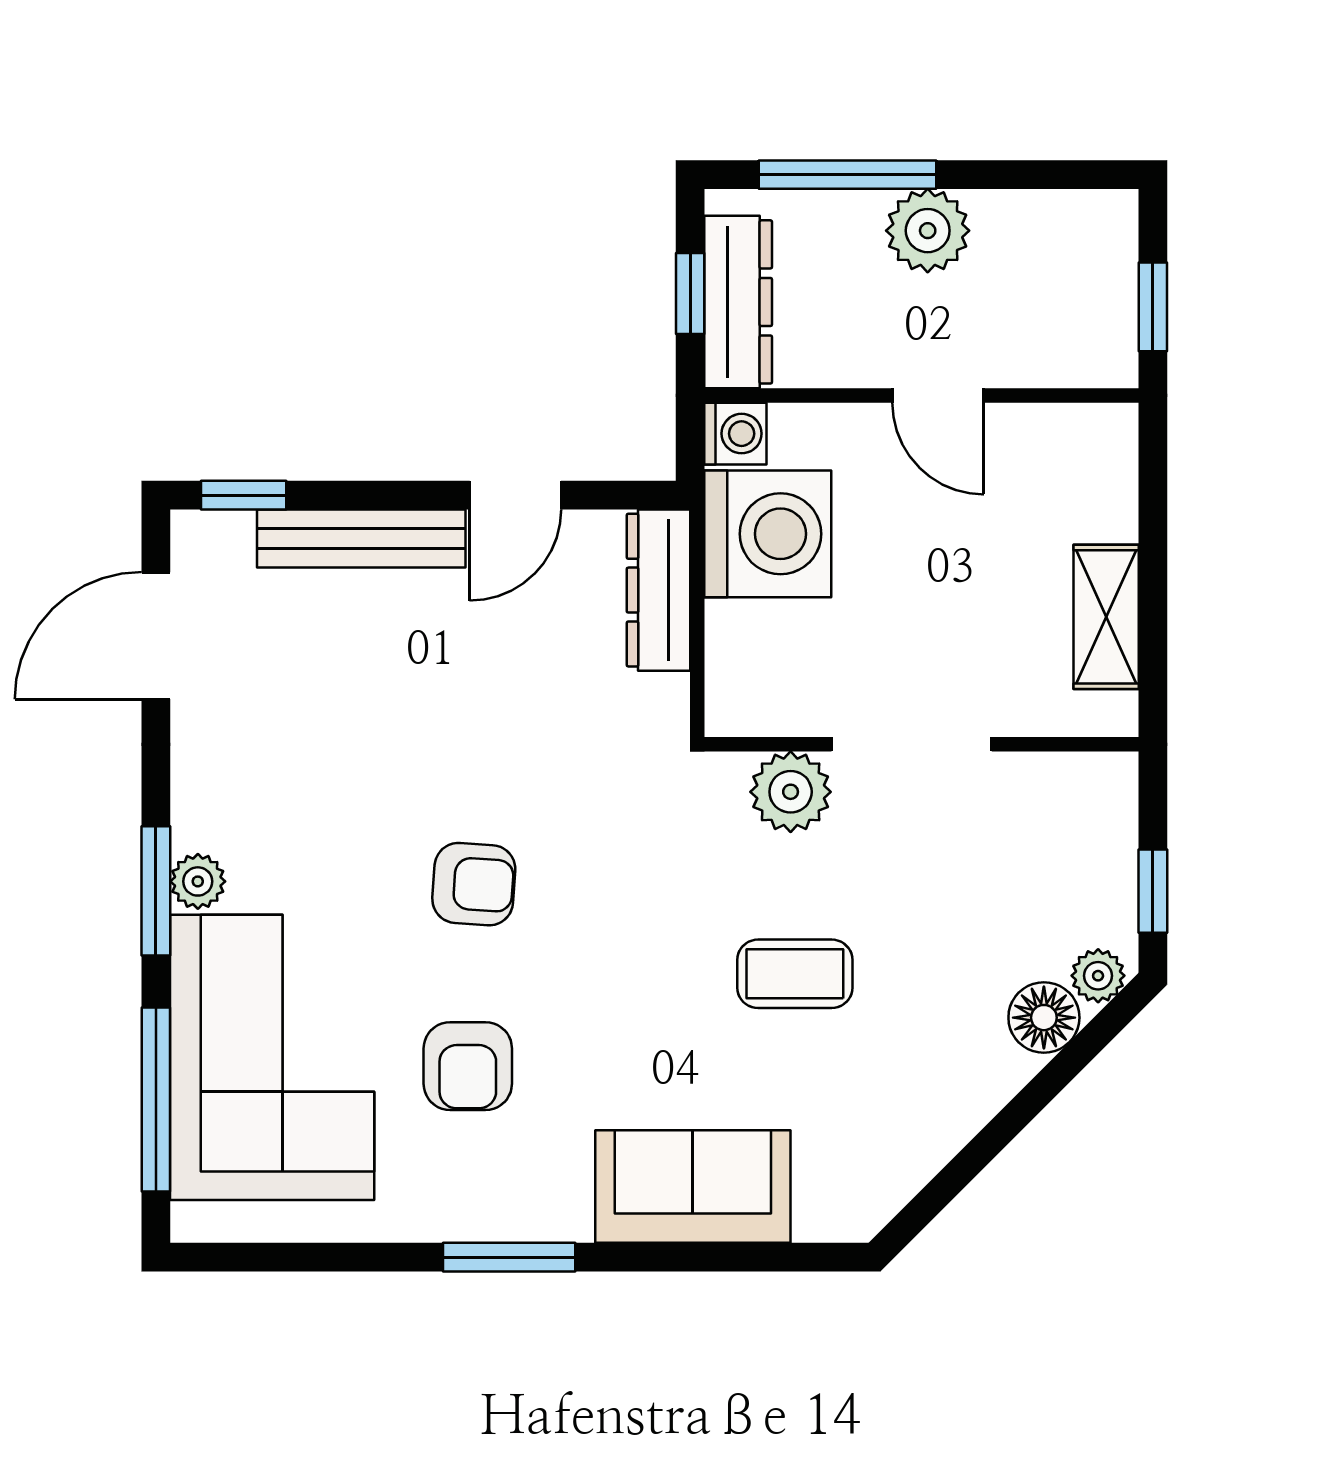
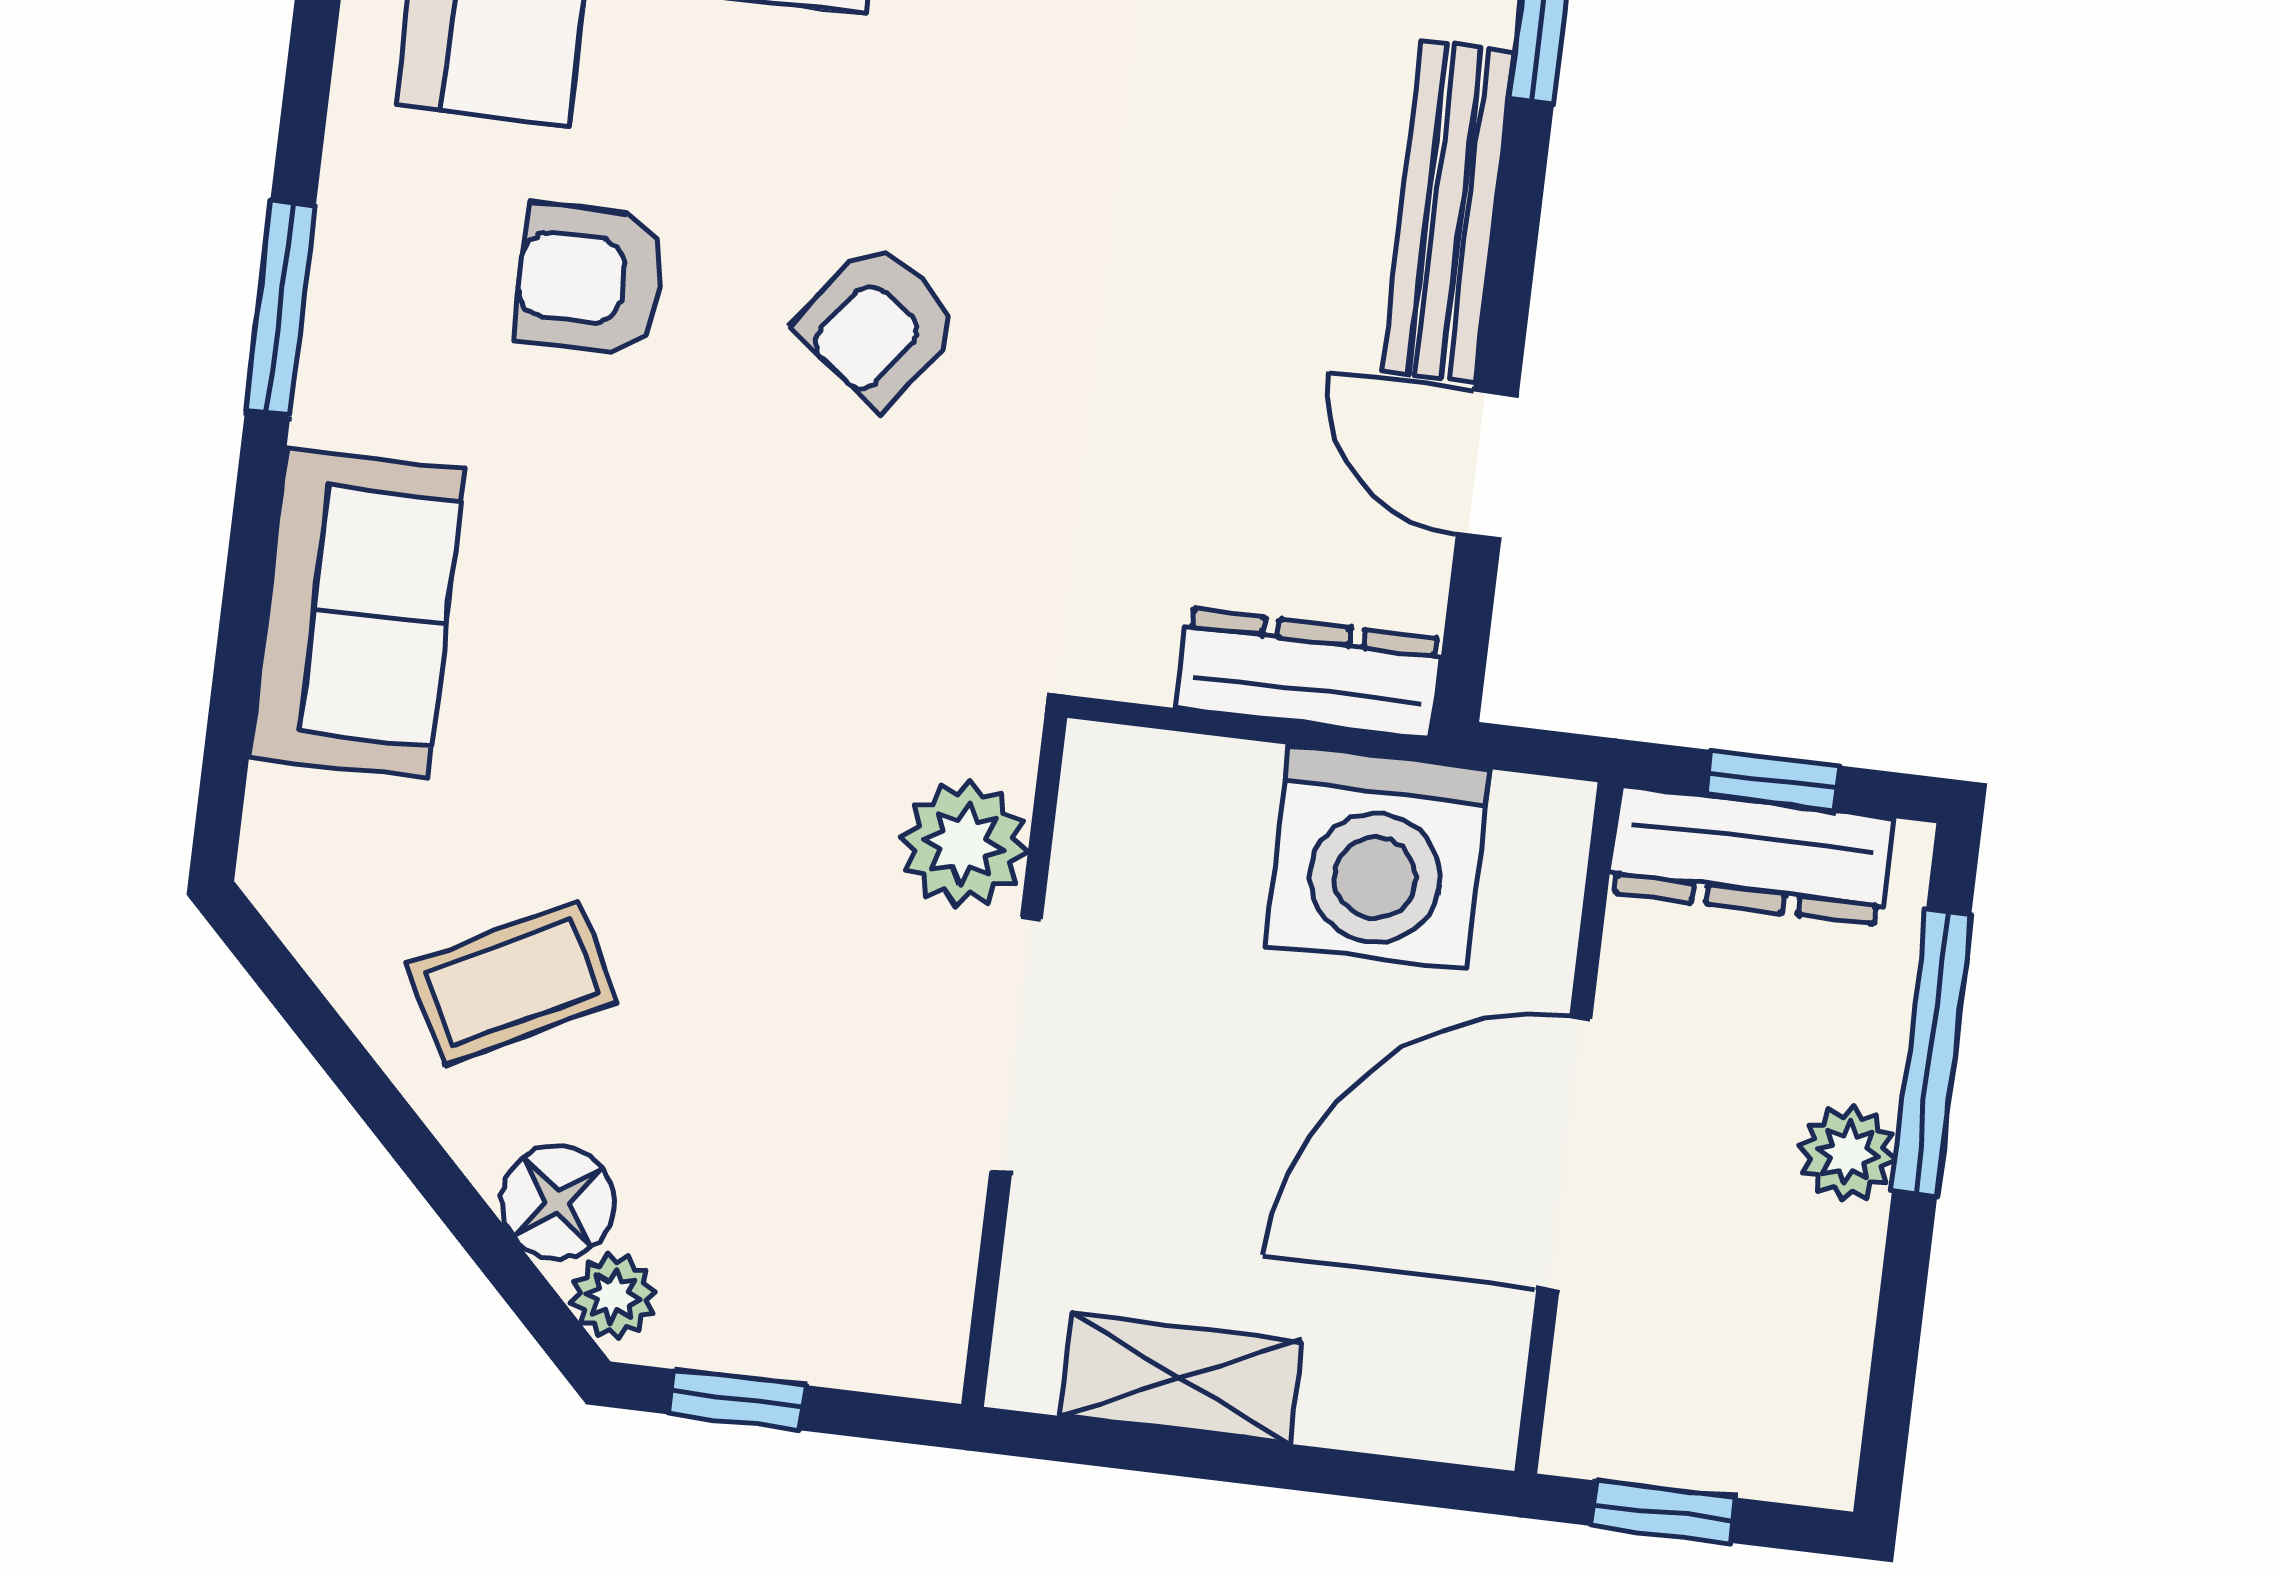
plant: (928, 231) -> (1848, 1153), width x0.73, depth x0.73
door: (938, 395) -> (1564, 1154), width x1.87
washing machine: (735, 434) -> (1543, 825), removed
armchair: (474, 884) -> (878, 324), turned 33
coffee table: (795, 974) -> (511, 983), moved, turned 63

